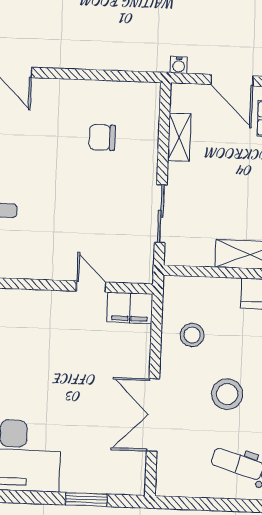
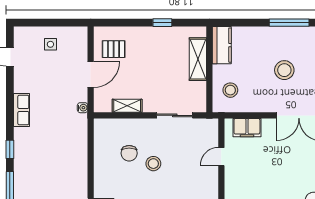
stool: (84, 176) -> (153, 164), added
filing cabinet: (130, 308) -> (247, 128), moved, turned 90
stool: (192, 335) -> (230, 90), moved

